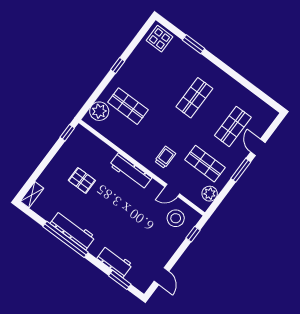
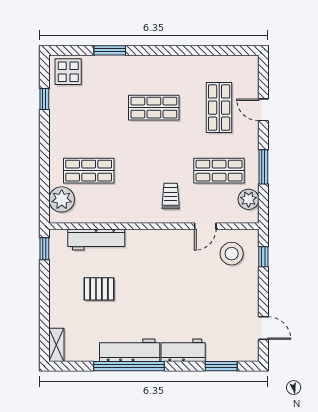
window: (118, 65) -> (44, 99), moved
shop shelf: (194, 98) -> (154, 108), turned 90
window: (241, 170) -> (263, 167), moved
workbench: (131, 171) -> (96, 239), moved
workbench: (115, 262) -> (183, 350), moved

